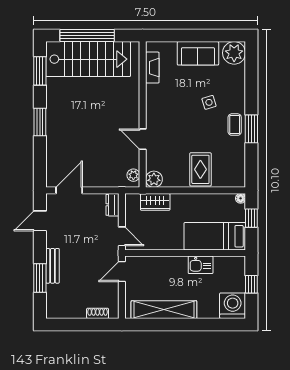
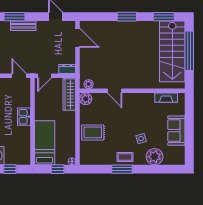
plant: (234, 53) -> (155, 157), moved
door: (143, 139) -> (115, 91), swing flipped
wardrobe: (155, 202) -> (69, 94), width x1.50
kitchen sink: (201, 265) -> (24, 117), moved

